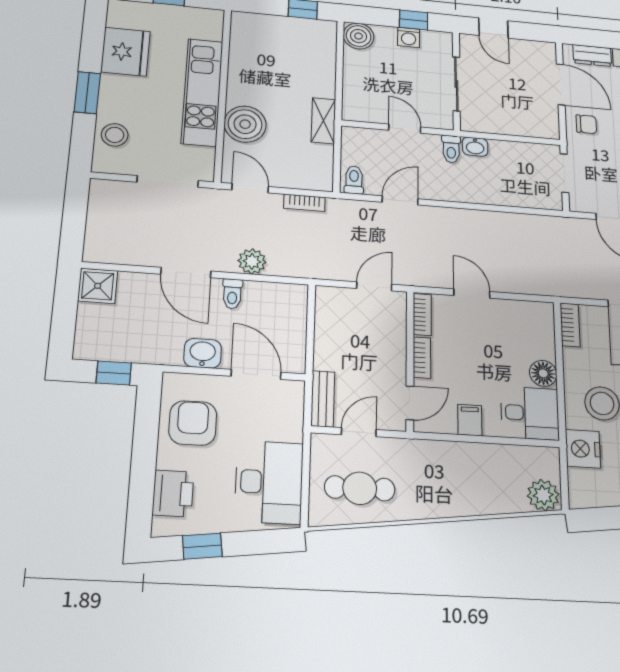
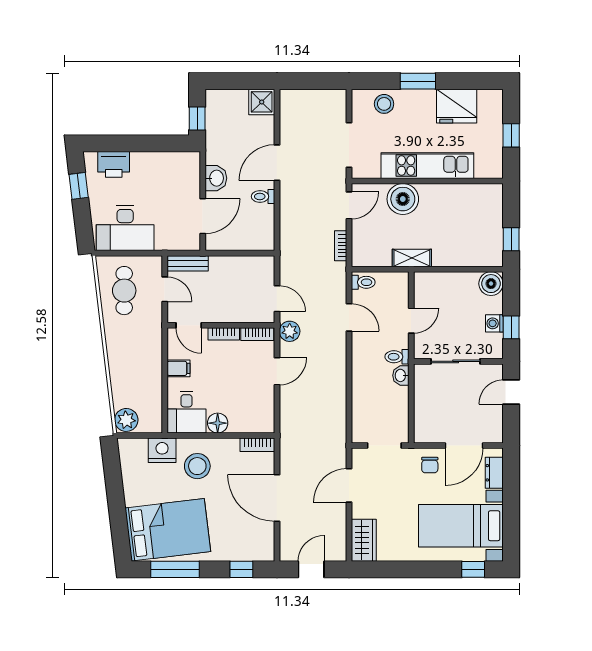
plant: (252, 261) -> (290, 331), moved
armchair: (193, 423) -> (164, 174), removed

